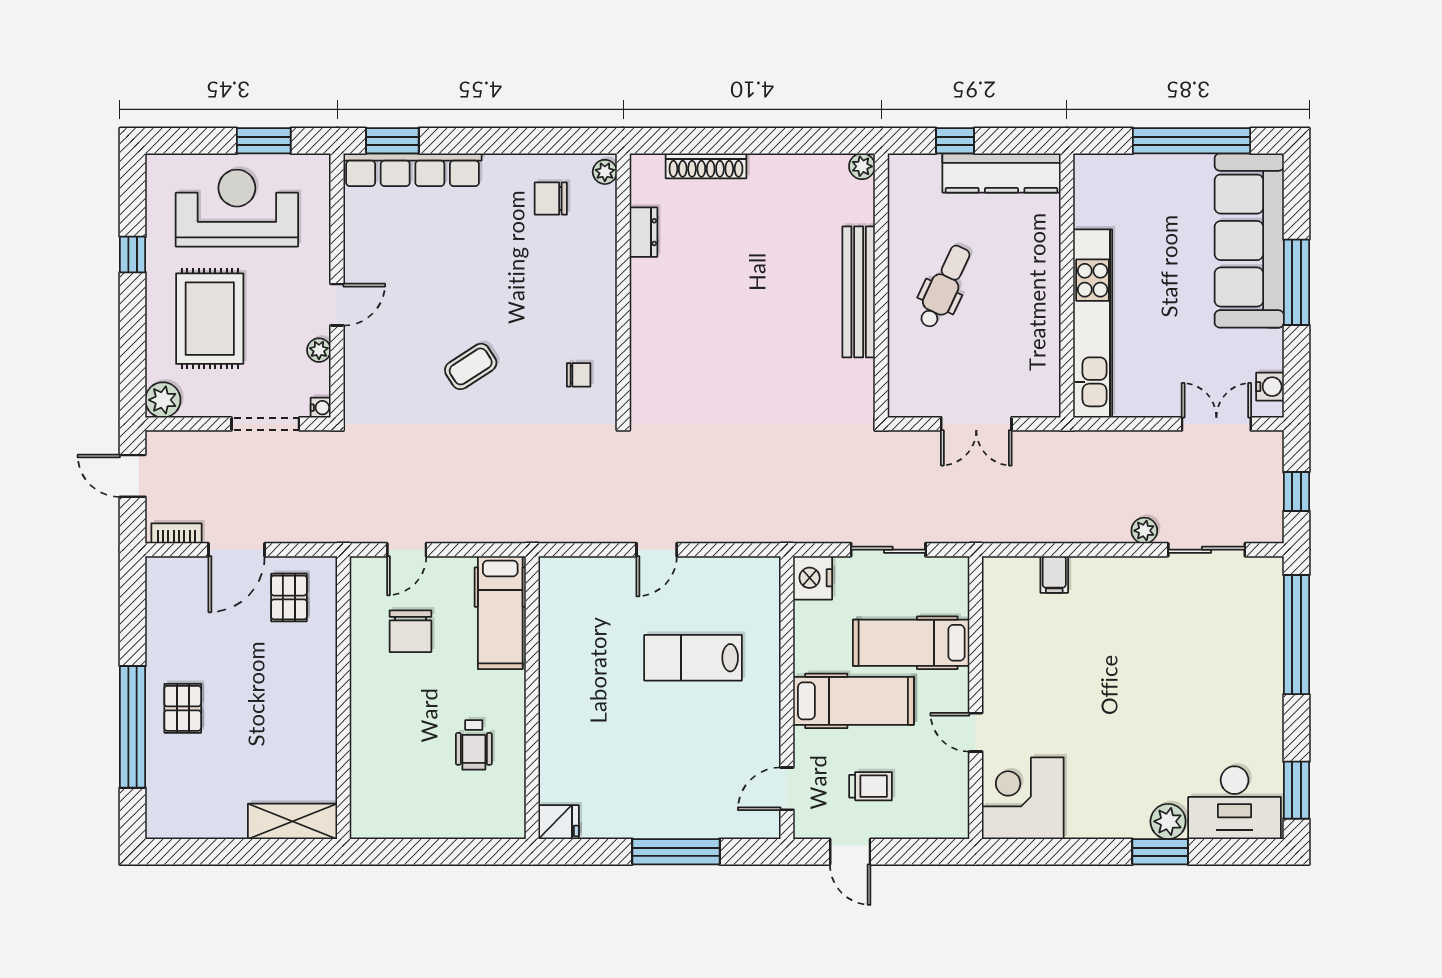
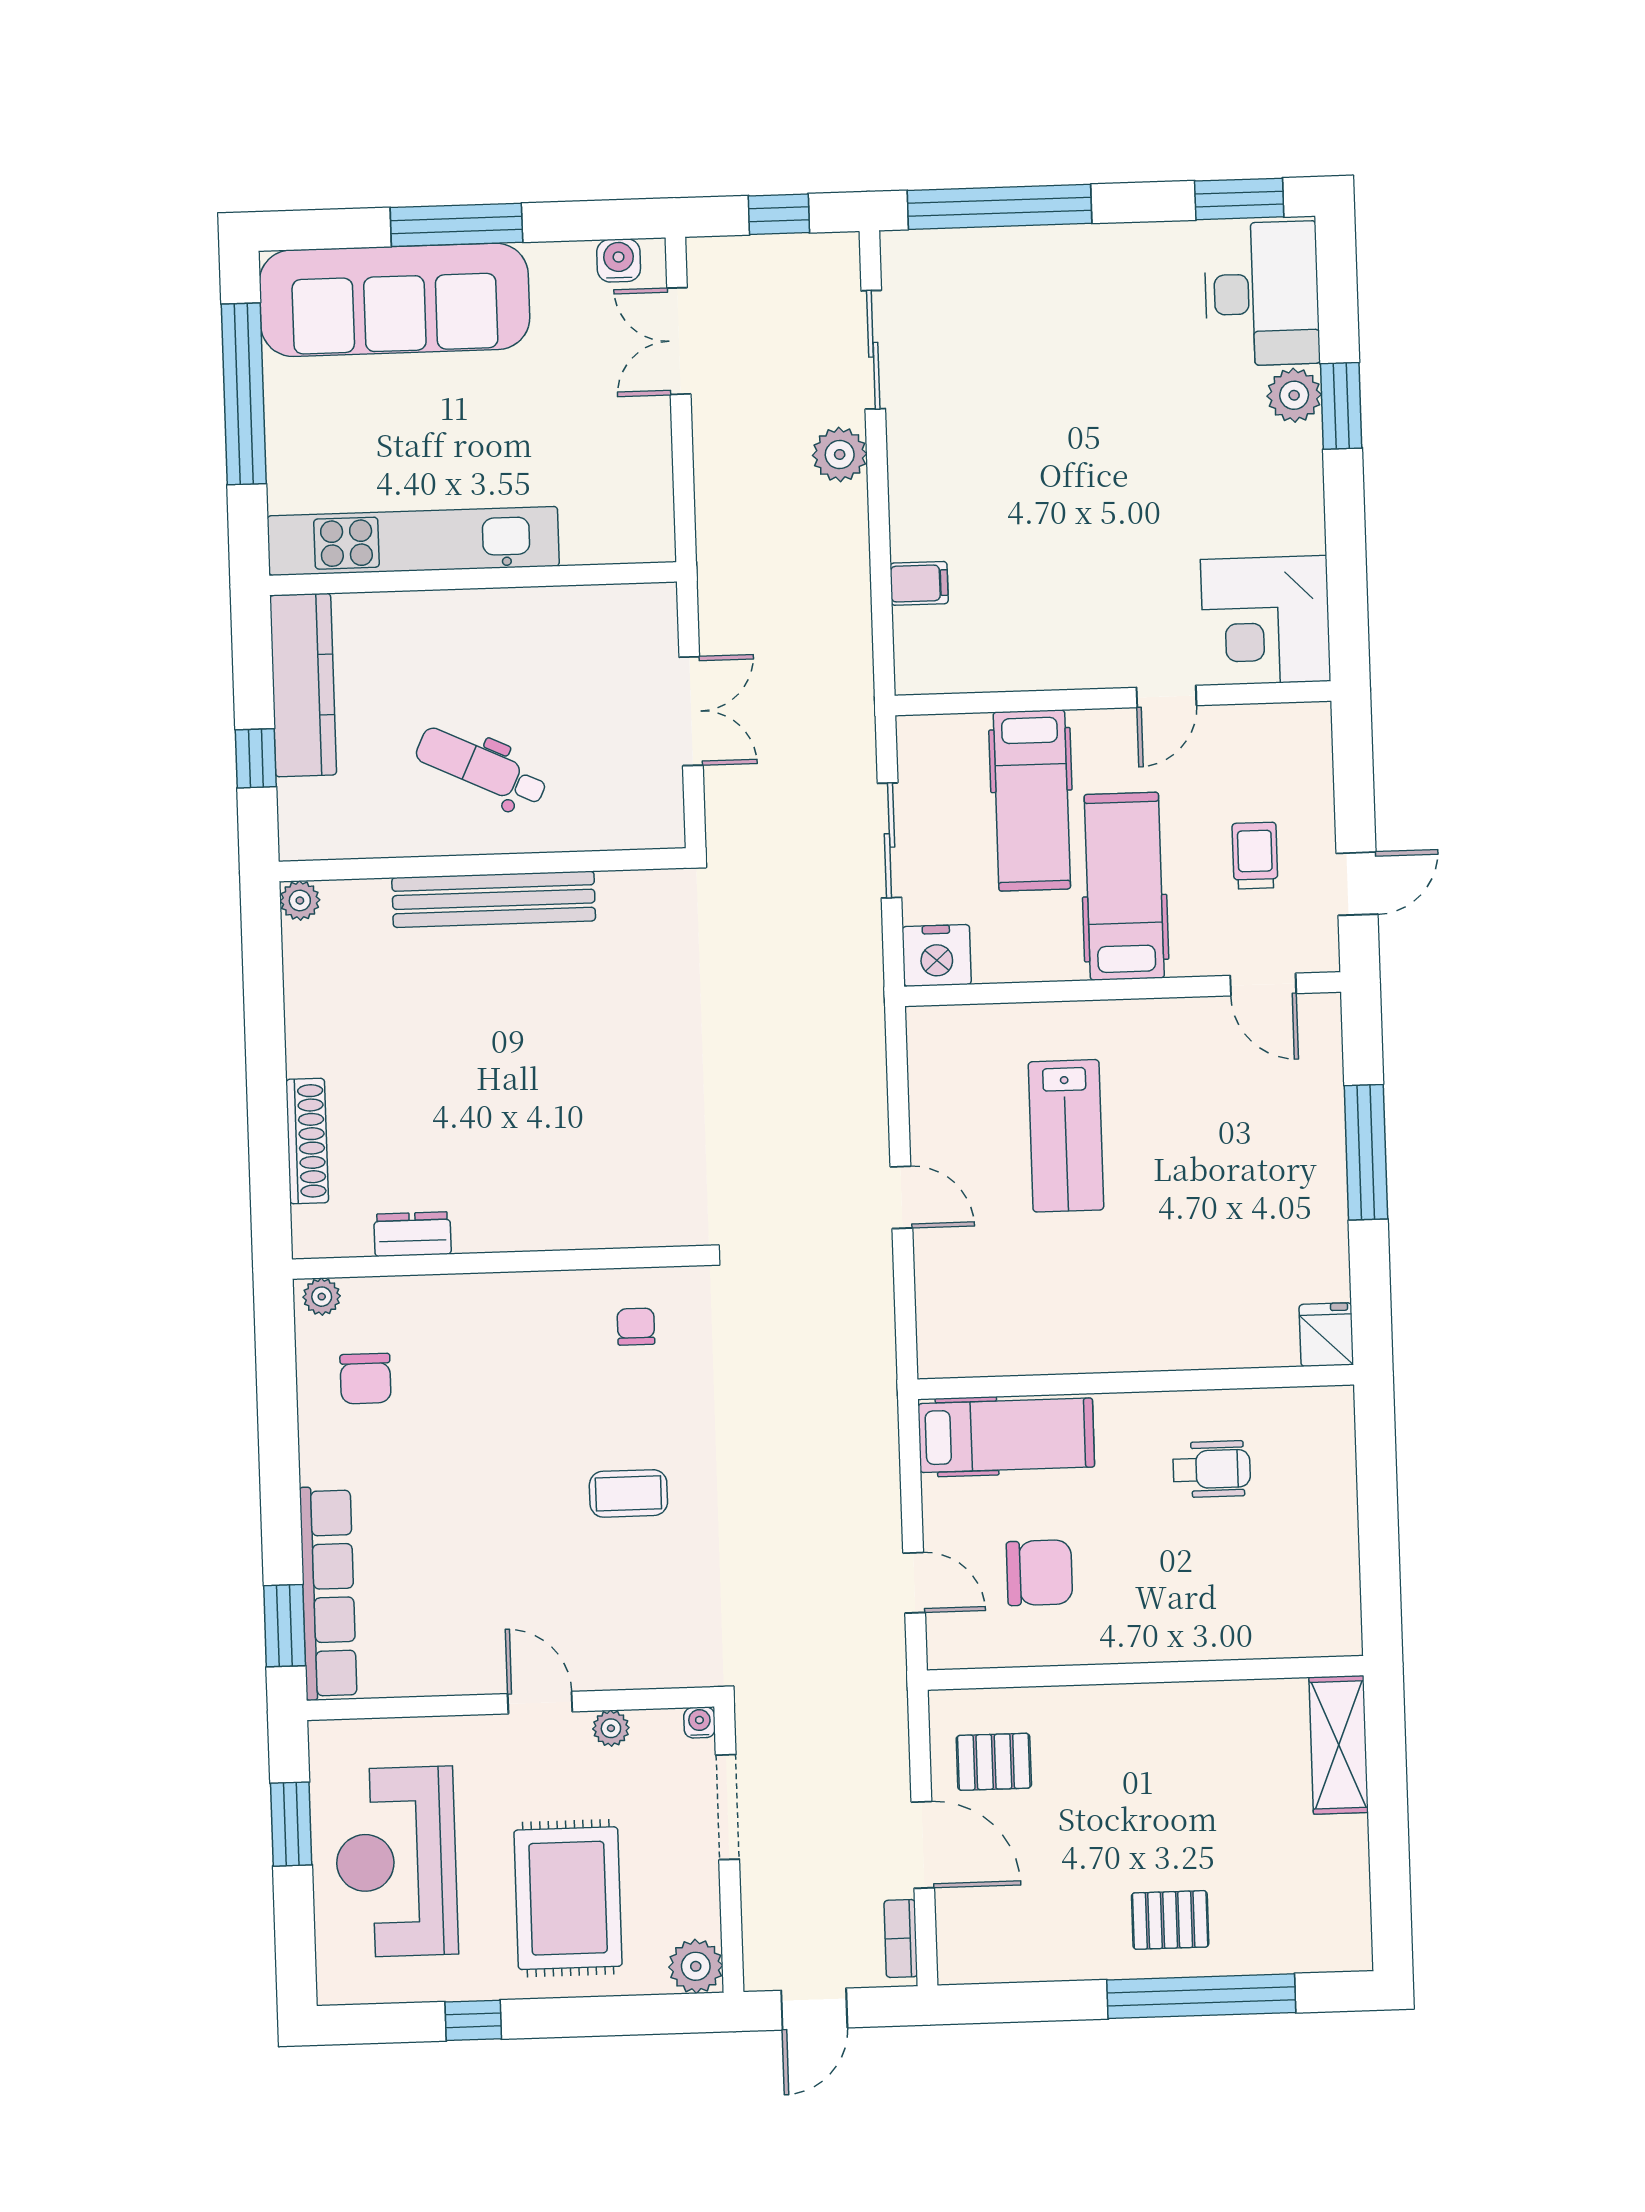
rug: (210, 319) -> (568, 1898), turned 90
kitchen unit: (1093, 323) -> (413, 541), moved
coffee table: (471, 366) -> (628, 1493), turned -57
plant: (1144, 531) -> (840, 454), width x1.38, depth x1.38

